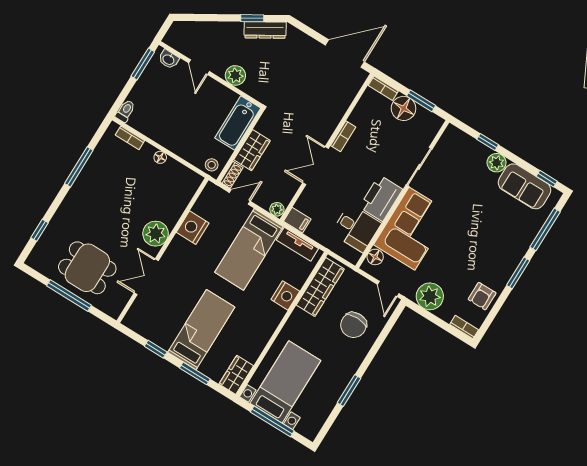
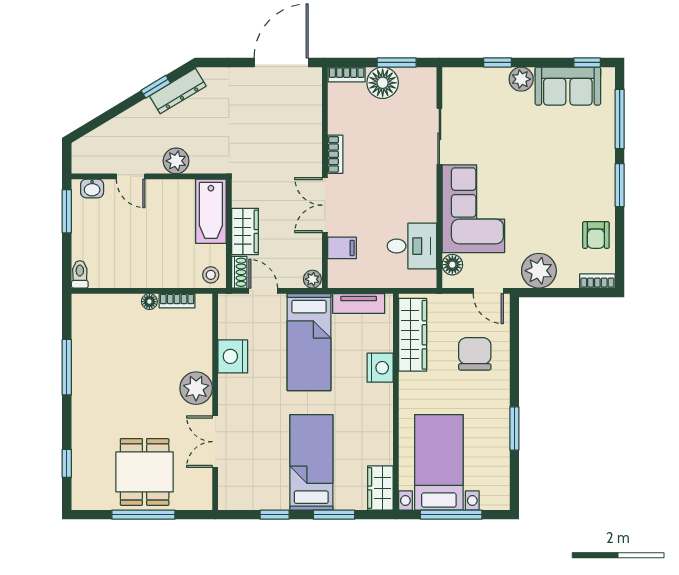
bookcase: (130, 138) -> (177, 301), moved
door: (240, 197) -> (263, 291), hinge flipped
printer: (381, 198) -> (419, 196), removed
filing cabinet: (297, 220) -> (342, 248), moved
dining table: (87, 268) -> (145, 472), turned 90
chair: (353, 325) -> (475, 354), turned 180

